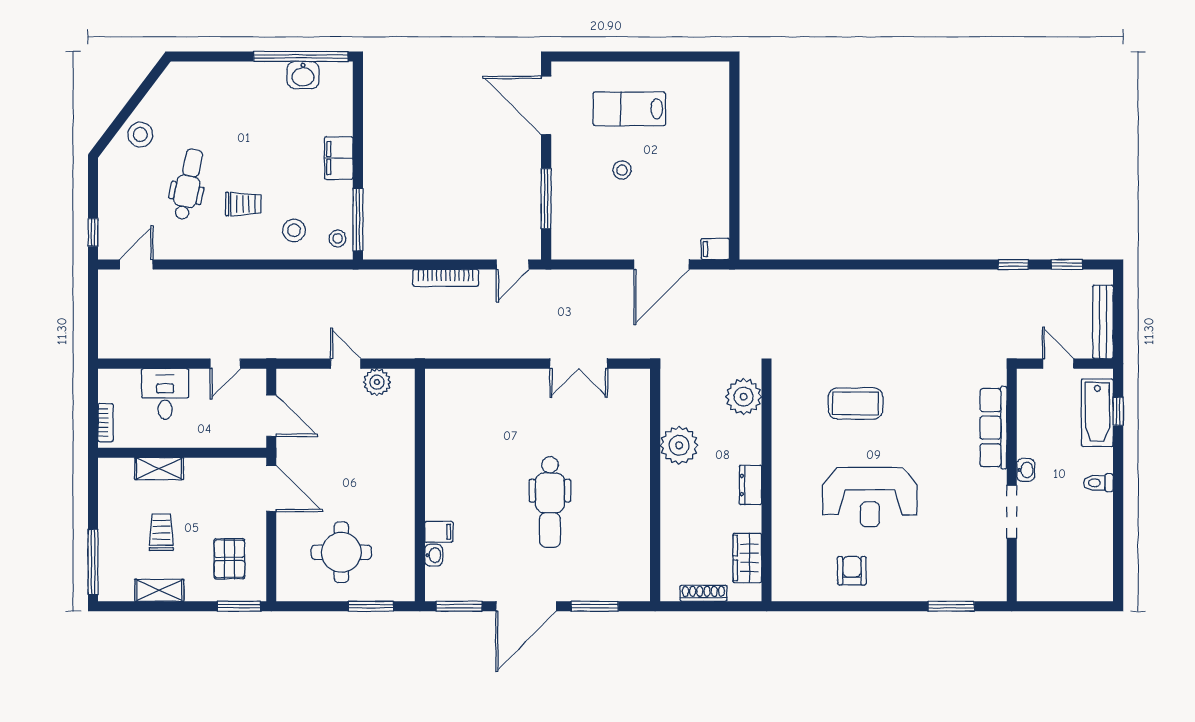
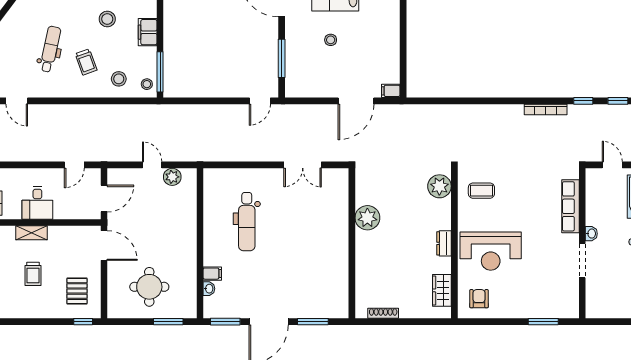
stool: (140, 134) -> (107, 19), moved
trolley: (243, 204) -> (86, 62), turned 70
door: (136, 264) -> (17, 101), swing flipped
bookcase: (446, 278) -> (546, 110), moved
desk: (165, 394) -> (37, 203), moved, turned 180
plant: (744, 397) -> (439, 186), moved
coffee table: (856, 403) -> (481, 191), width x0.73, depth x0.77
door: (271, 416) -> (104, 199), hinge flipped
dresser: (750, 485) -> (444, 243), moved
wall: (767, 485) -> (454, 243), moved
dental chair: (550, 502) -> (247, 222), moved
trolley: (161, 532) -> (33, 274), turned 180
wardrobe: (747, 558) -> (442, 290), moved
shelving: (159, 590) -> (32, 311), removed
window: (239, 606) -> (83, 322), width x0.67

